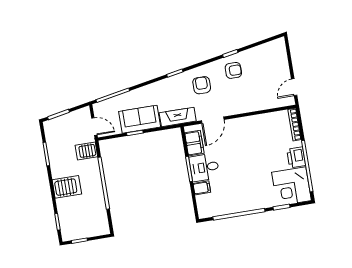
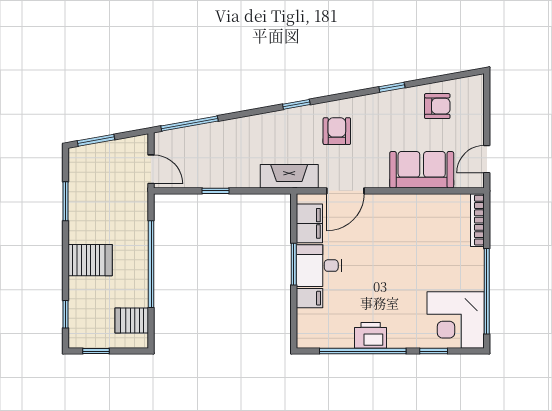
armchair: (233, 70) -> (437, 106), moved
sofa: (140, 119) -> (422, 170), moved
server rack: (86, 151) -> (132, 320), moved
printer: (296, 157) -> (371, 335), moved, turned 90

